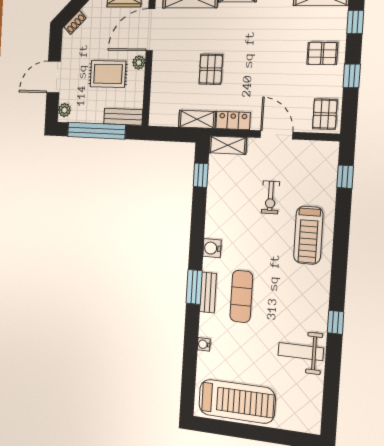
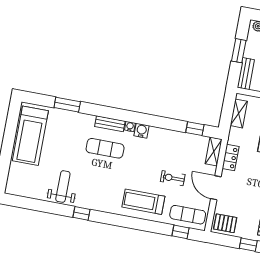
shelving: (197, 119) -> (239, 113), moved
window: (96, 131) -> (239, 51), width x0.47
door: (277, 135) -> (216, 188), swing flipped
exercise mat: (319, 170) -> (188, 215), added
window: (194, 287) -> (67, 105), moved
water cooler: (204, 344) -> (130, 127), moved

